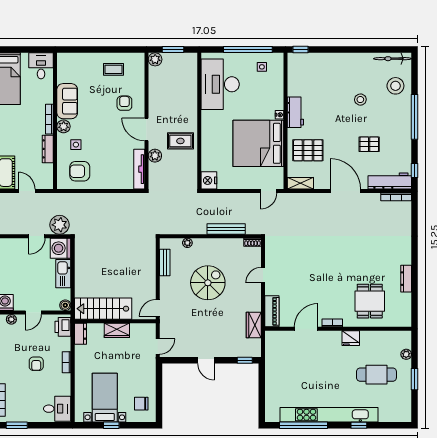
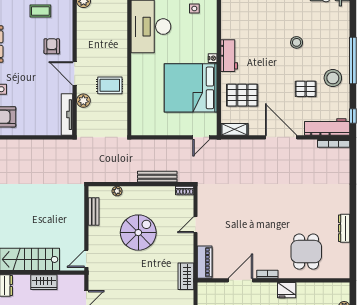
stool: (395, 86) -> (333, 78), moved
nightstand: (209, 180) -> (139, 126), removed

